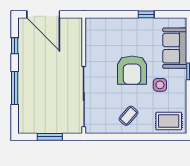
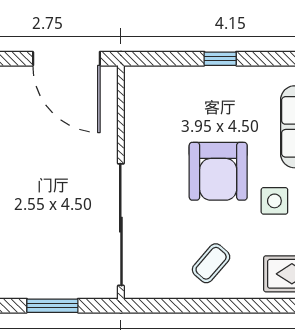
door: (43, 14) -> (66, 59), moved
window: (146, 14) -> (220, 59), moved

